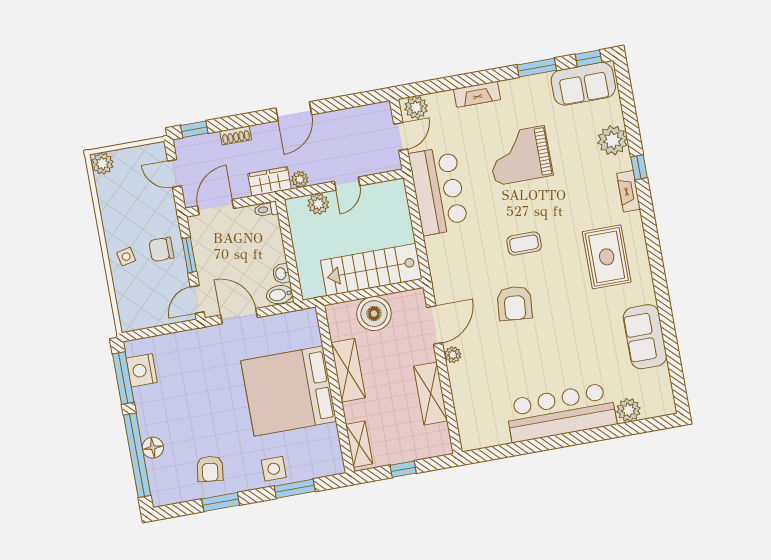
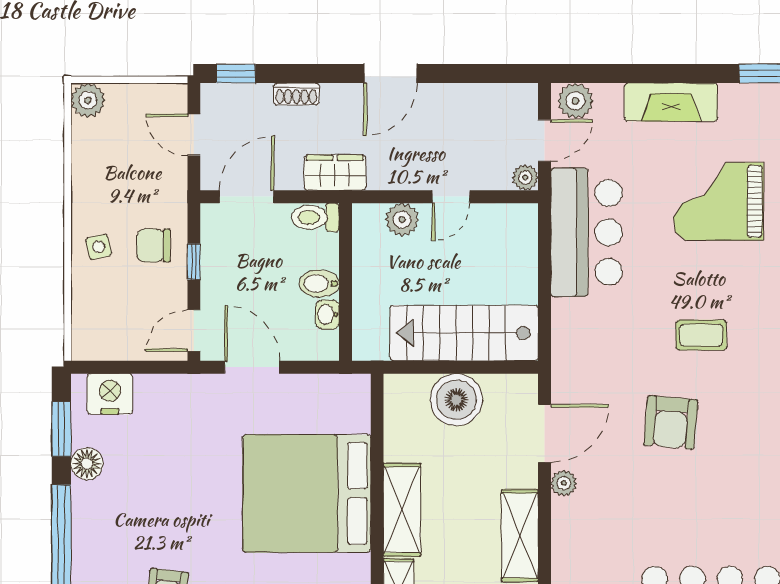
fireplace: (477, 94) -> (671, 102), width x1.37, depth x1.32
plant: (300, 179) -> (525, 177), moved
toilet: (266, 209) -> (315, 217), width x1.37, depth x1.39
window: (189, 255) -> (194, 262), width x0.67
bidet: (280, 295) -> (319, 284), moved
nightstand: (142, 370) -> (110, 394), moved, turned 90
shelving: (348, 370) -> (402, 510), moved
window: (123, 378) -> (61, 429), width x0.69
floor lamp: (153, 448) -> (87, 464), moved

